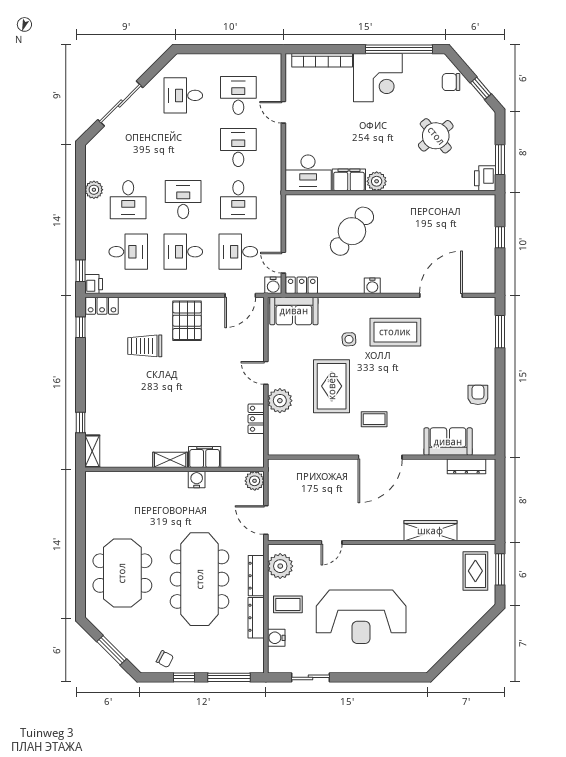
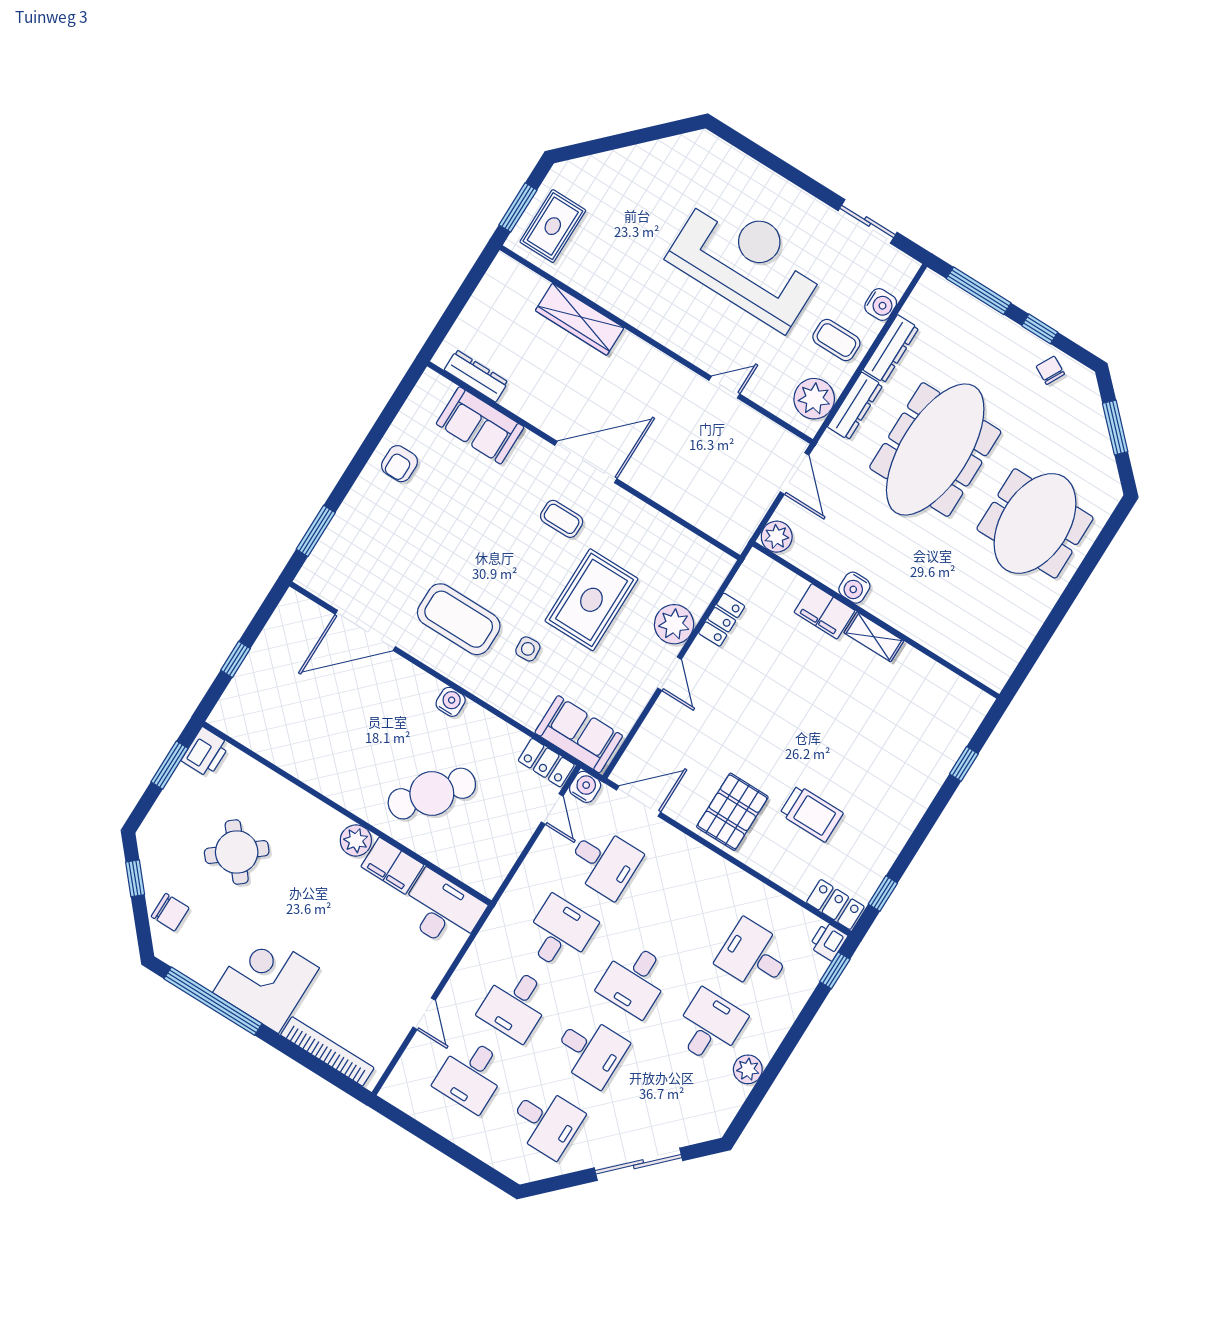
desk: (183, 252) -> (590, 1051), moved
shelving: (92, 451) -> (972, 715), removed

